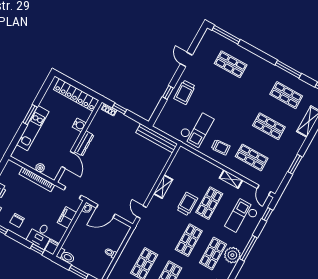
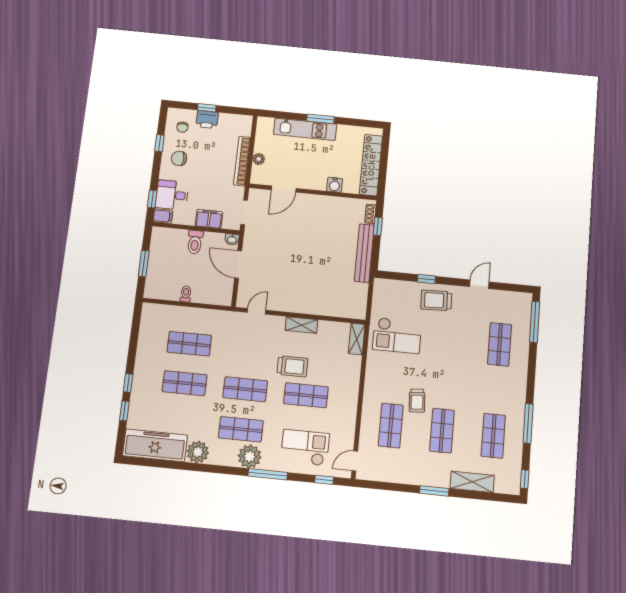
bench: (157, 138) -> (364, 253), moved
dresser: (84, 143) -> (314, 201), removed
trolley: (221, 147) -> (417, 401), moved
window: (295, 164) -> (434, 491), moved
shelving: (231, 179) -> (357, 339), moved
toilet: (66, 256) -> (195, 242), moved

